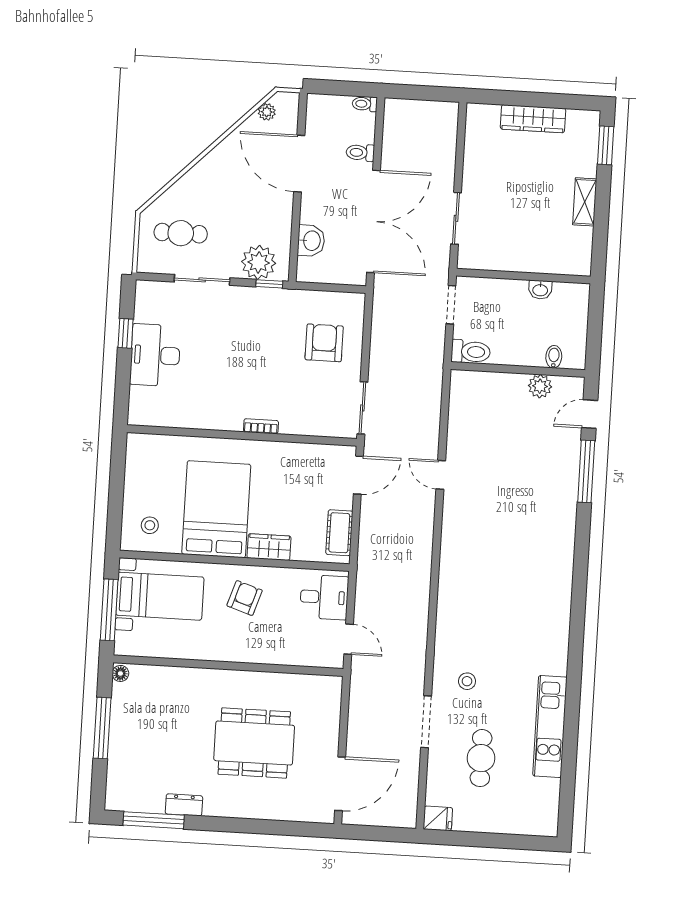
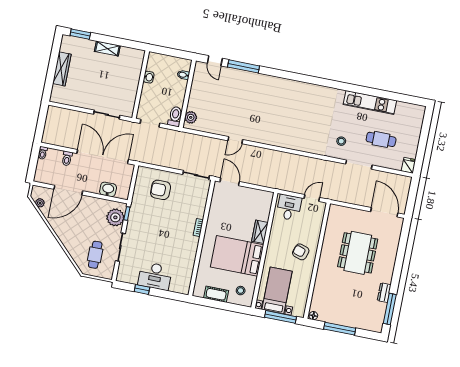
plant: (540, 386) -> (191, 117), moved
cot: (339, 533) -> (216, 294), moved
armchair: (245, 598) -> (301, 252), moved

